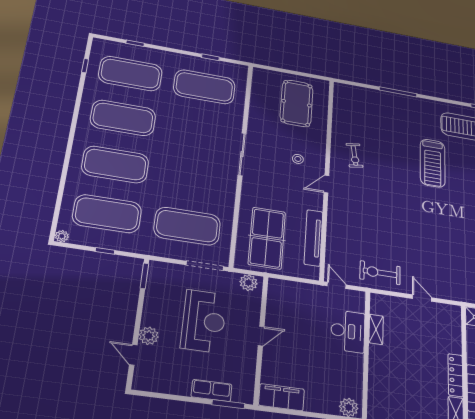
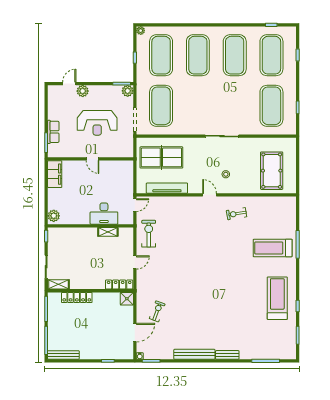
pool table: (297, 103) -> (272, 171), turned 90
treadmill: (433, 163) -> (273, 248), moved
plant: (249, 283) -> (128, 91), moved
locker: (455, 375) -> (119, 285), moved

